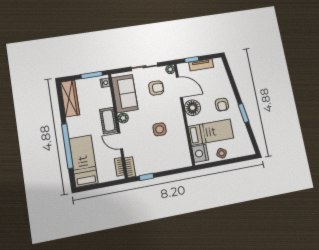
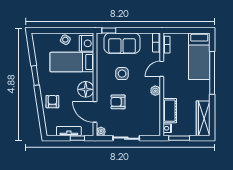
armchair: (156, 88) -> (118, 102), moved
sofa: (125, 94) -> (122, 43), moved, turned -90
armchair: (222, 105) -> (52, 102), moved
cot: (109, 121) -> (170, 111), moved
door: (120, 141) -> (162, 69), swing flipped
window: (147, 177) -> (109, 31), moved

